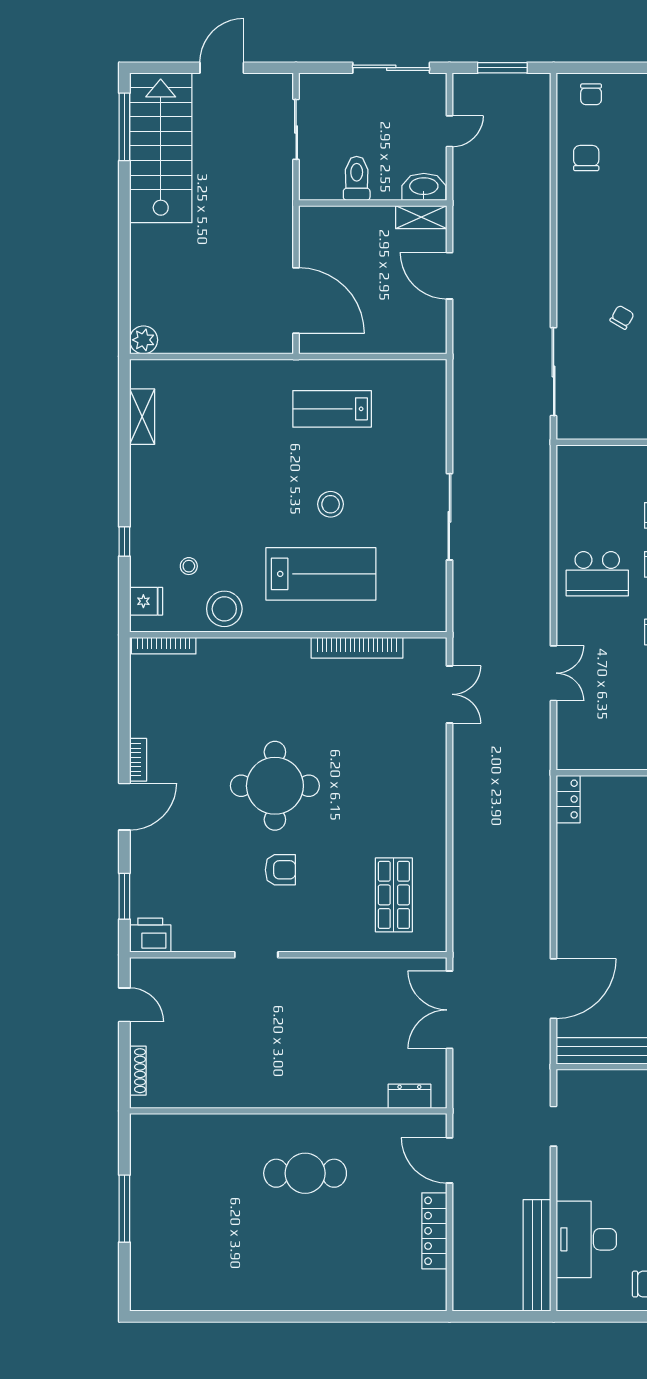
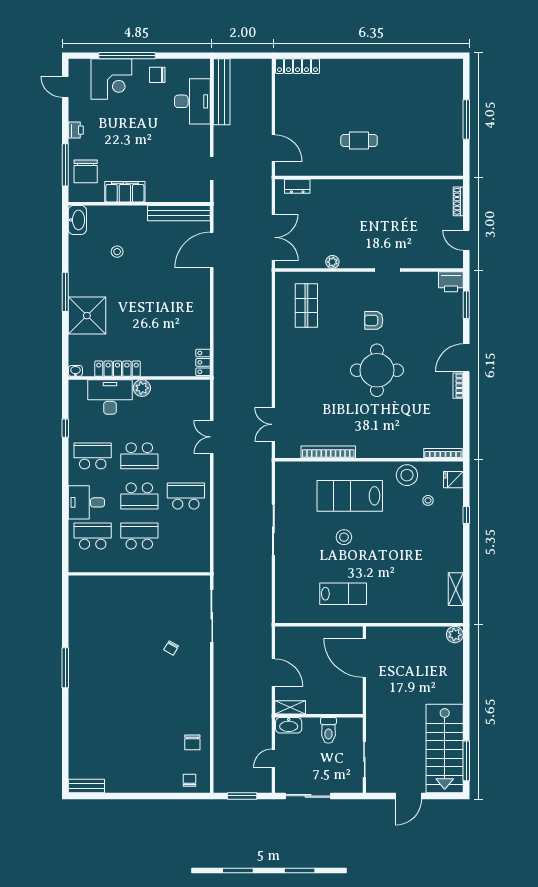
plant: (350, 968) -> (332, 262), added
cafe table: (305, 1173) -> (359, 141), width x0.73, depth x0.74
locker: (434, 1231) -> (297, 66), moved, turned 90

